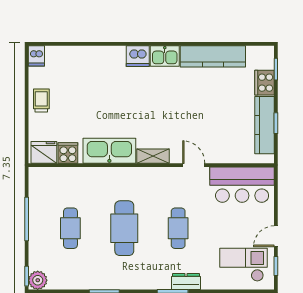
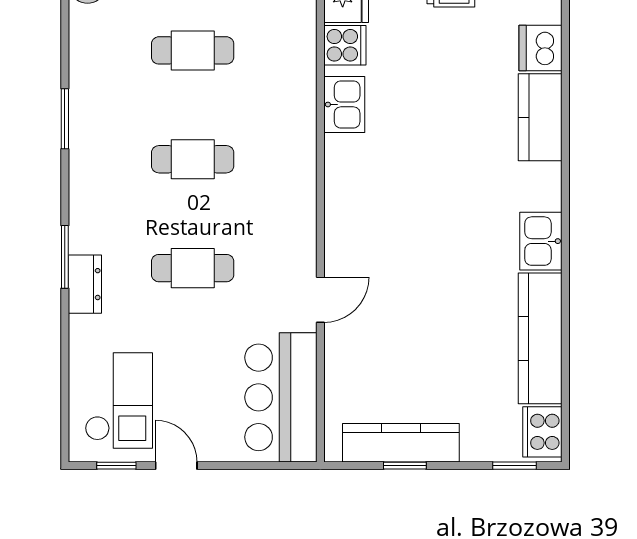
kitchen counter: (103, 56) -> (540, 117), added
dishwasher: (138, 56) -> (541, 48), moved
cooker: (264, 83) -> (542, 432), moved, turned -90
kitchen sink: (109, 151) -> (344, 104), width x0.53, depth x0.81
shelving: (153, 156) -> (339, 217), removed
cafe table: (124, 228) -> (193, 159), width x0.73, depth x0.74

